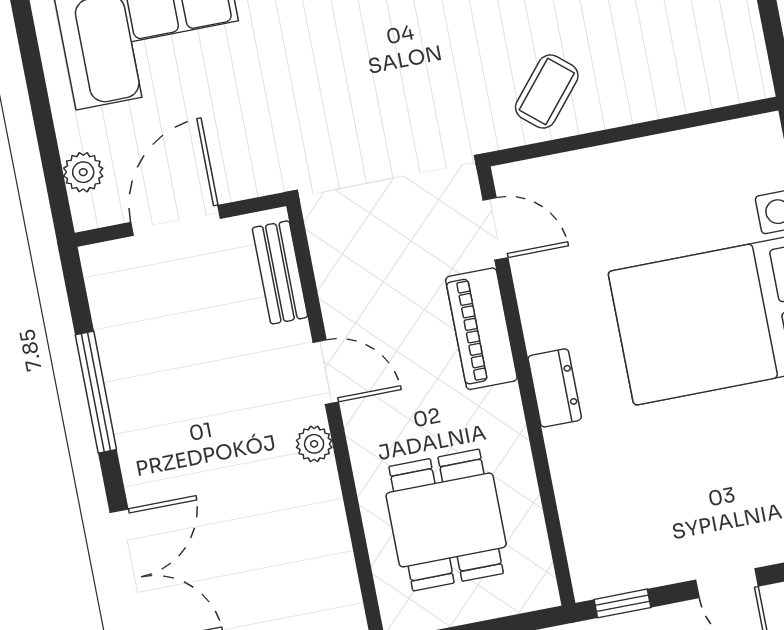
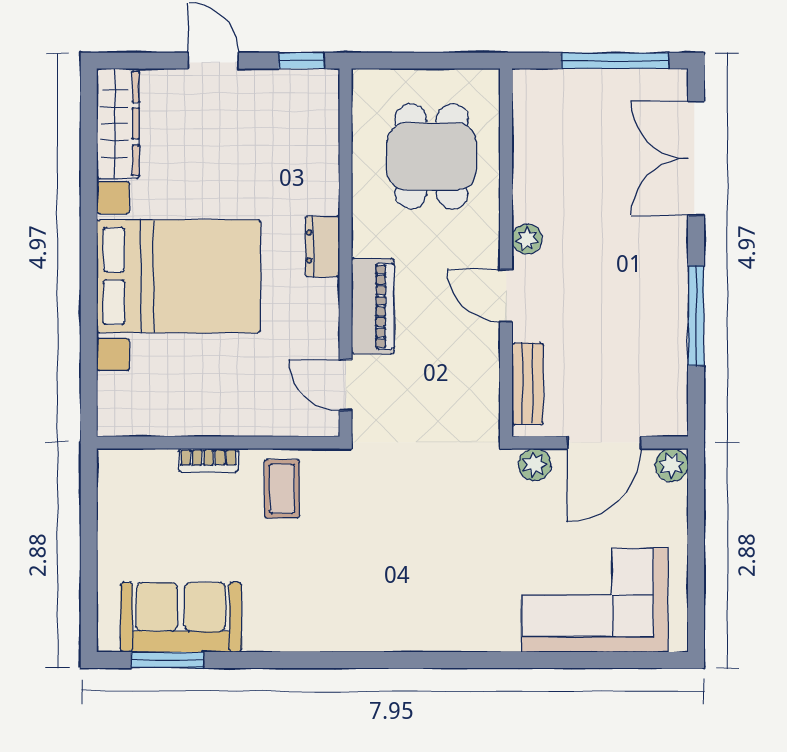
coffee table: (547, 91) -> (282, 489), turned -40
bookcase: (641, 108) -> (208, 460), added
plant: (83, 172) -> (672, 465), moved
plant: (253, 178) -> (535, 465), added

